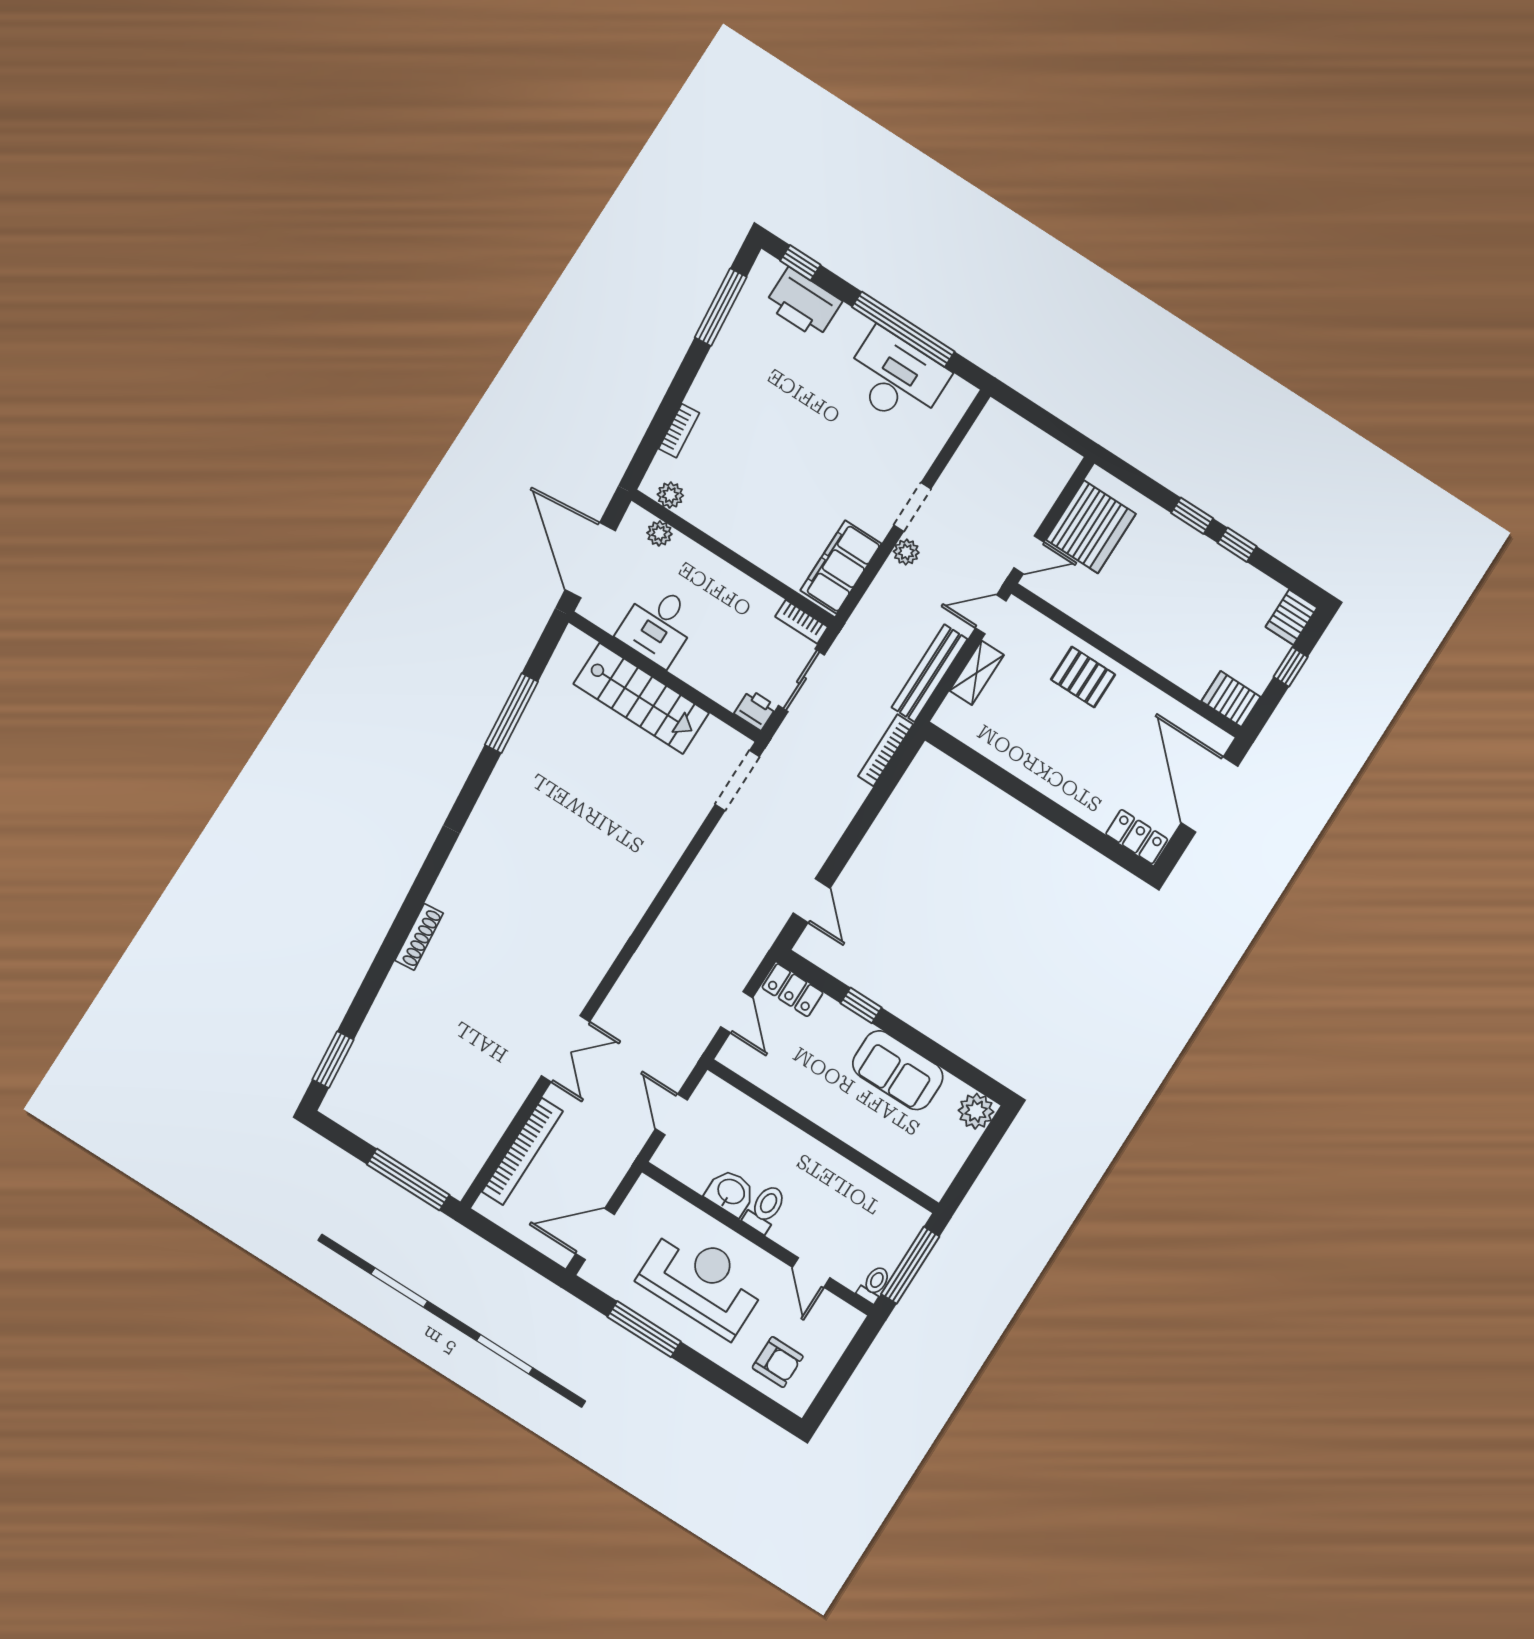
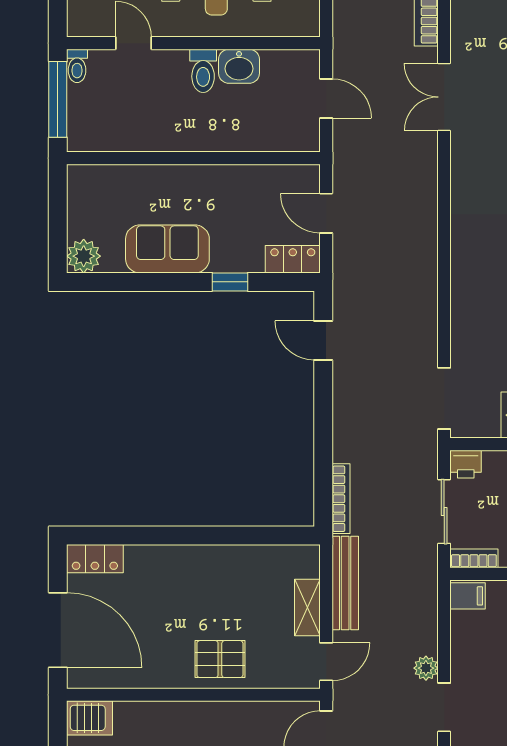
filing cabinet: (841, 567) -> (468, 596), width x0.33, depth x0.86

